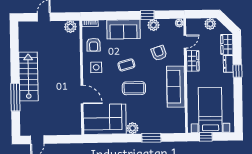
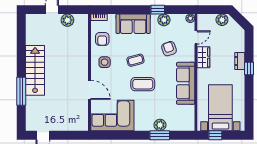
plant: (70, 27) -> (67, 20), moved
wardrobe: (227, 44) -> (239, 41), removed
plant: (133, 128) -> (160, 125), moved

